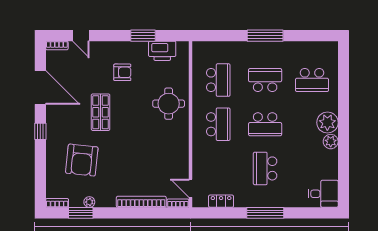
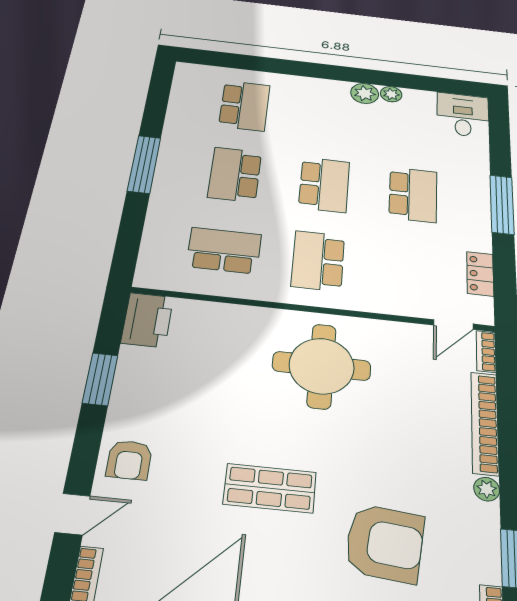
printer: (162, 51) -> (147, 320), moved
armchair: (122, 72) -> (129, 460), moved, turned 180
round table: (169, 104) -> (322, 366), moved, width x1.36, depth x1.36
plant: (327, 123) -> (391, 94), moved, width x0.53, depth x0.53
school desk: (218, 124) -> (318, 261), turned -90
school desk: (265, 168) -> (413, 195), turned -90
plant: (89, 202) -> (487, 489), moved

